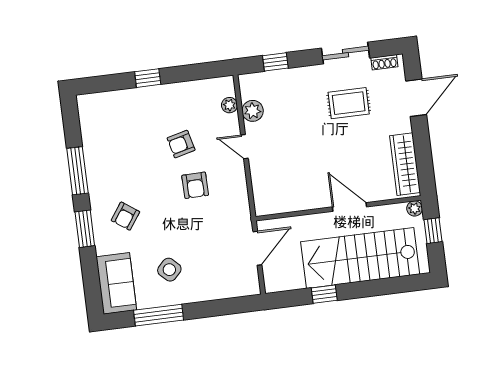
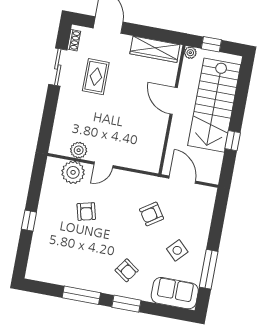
window: (275, 62) -> (48, 122), removed
plant: (229, 105) -> (73, 172), width x1.87, depth x1.87
armchair: (195, 185) -> (152, 214), moved, turned 147
door: (349, 207) -> (174, 101), hinge flipped

